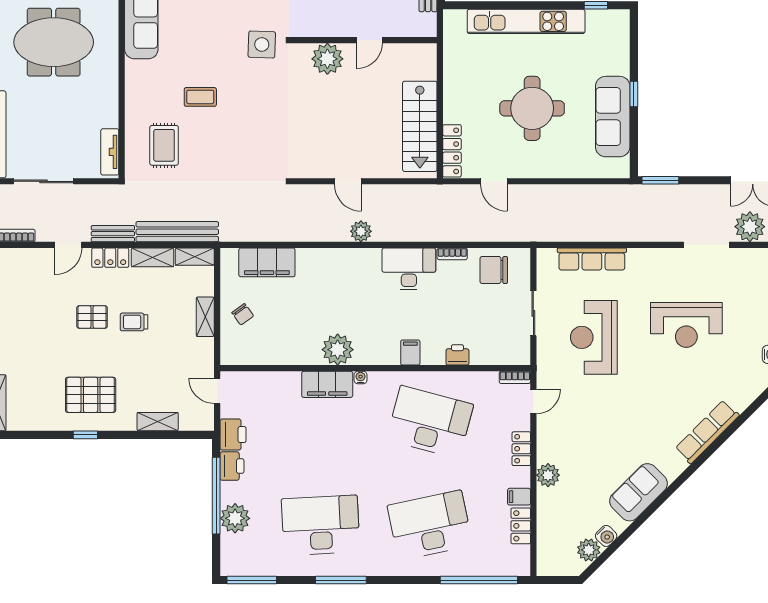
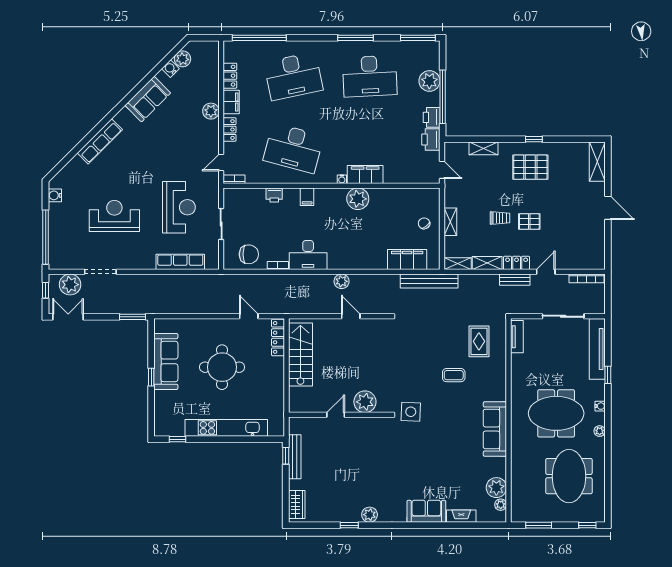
bench: (177, 232) -> (429, 281), moved
filing cabinet: (519, 497) -> (231, 102), width x2.00

